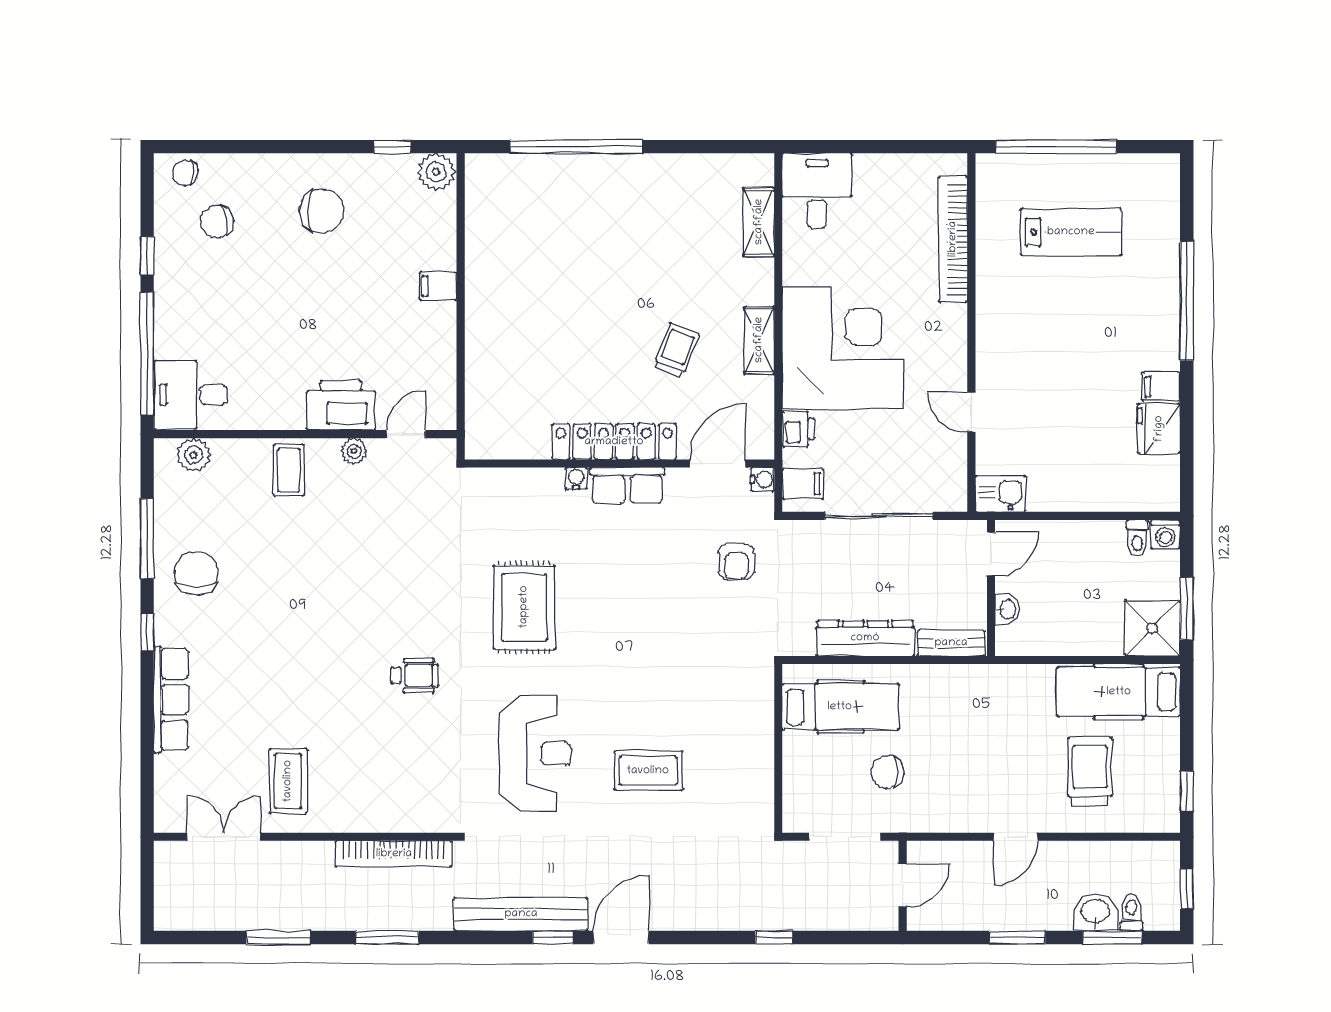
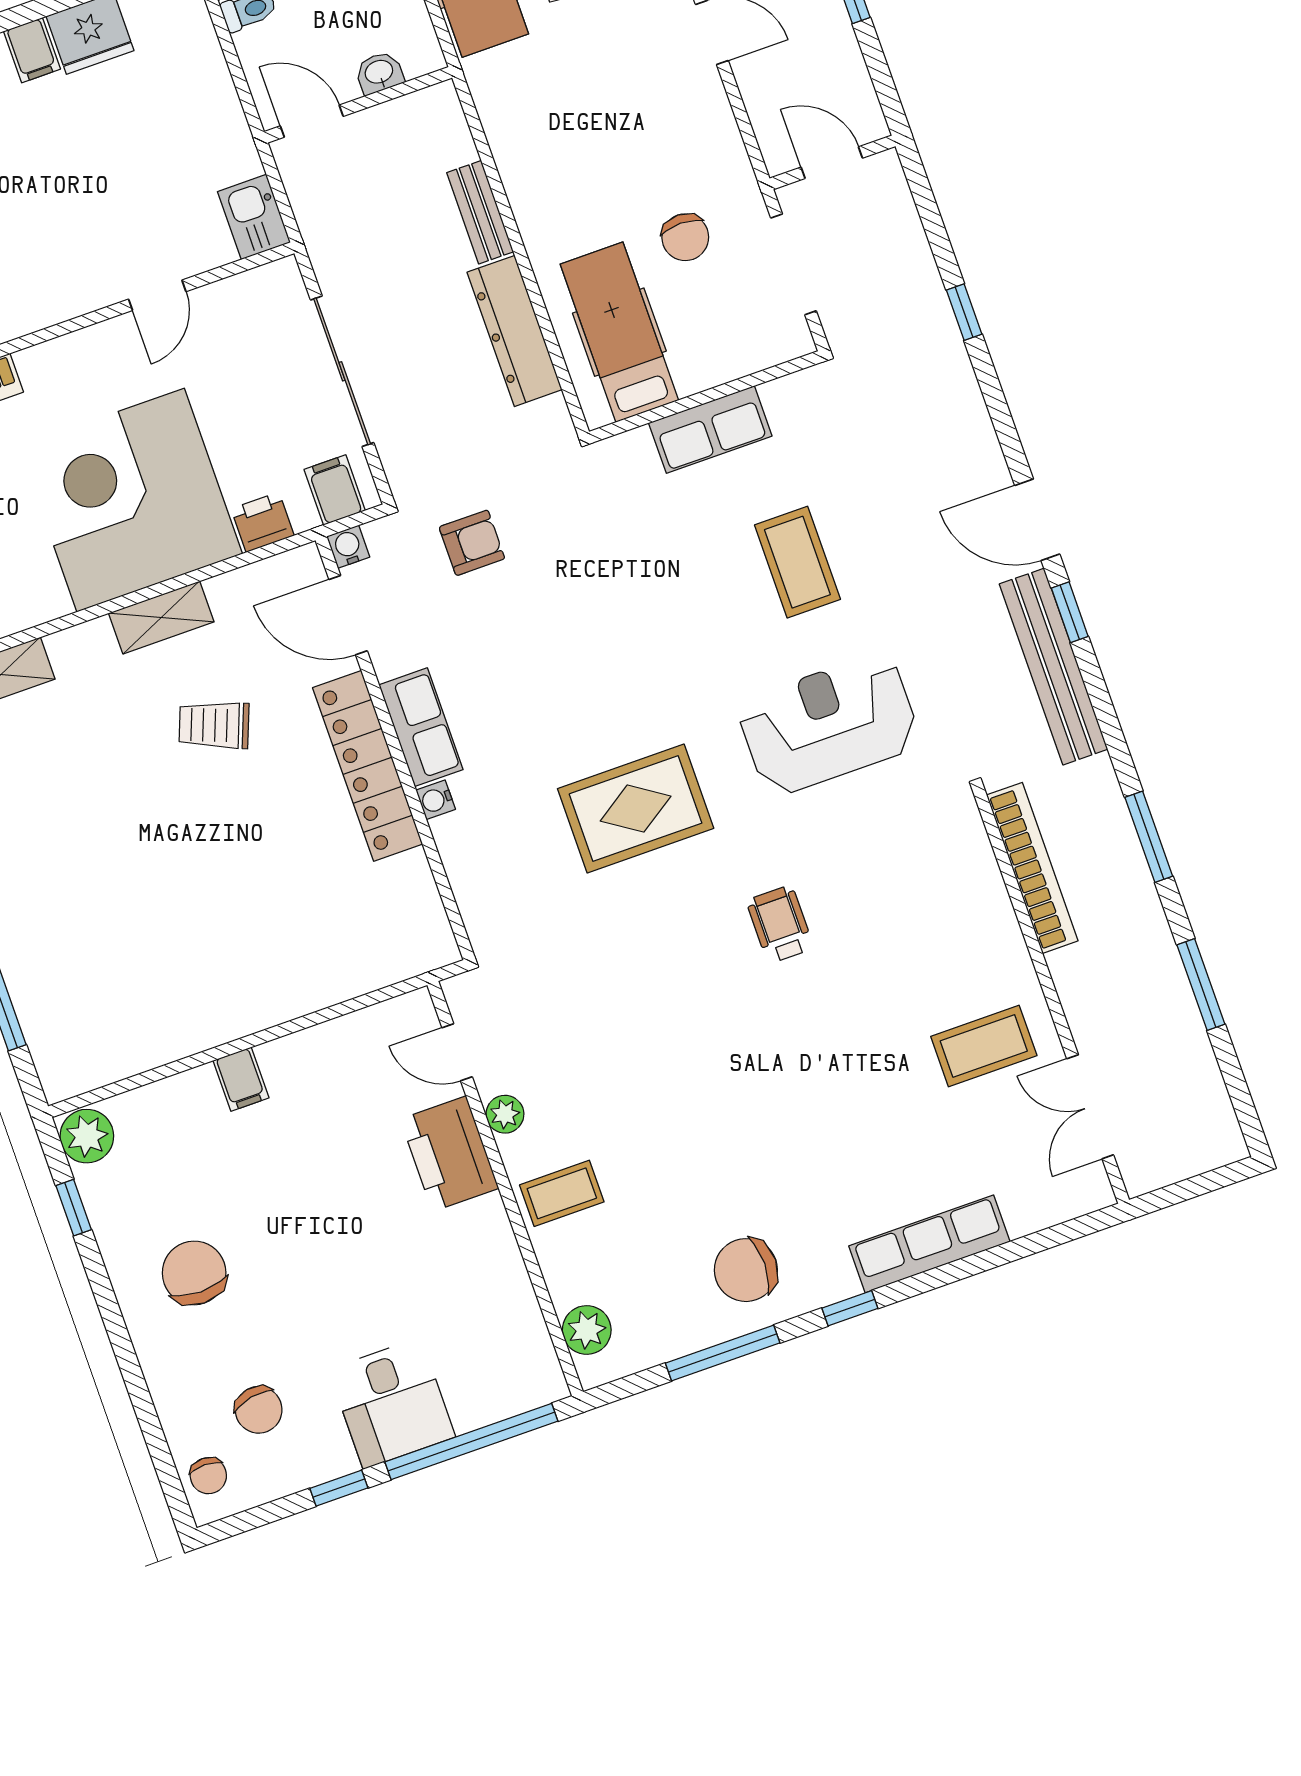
desk: (191, 395) -> (392, 1403), moved
door: (991, 554) -> (312, 121), moved
wall: (991, 588) -> (358, 105), moved
washbasin: (1007, 609) -> (379, 73), moved
row of seats: (756, 744) -> (710, 429), added

